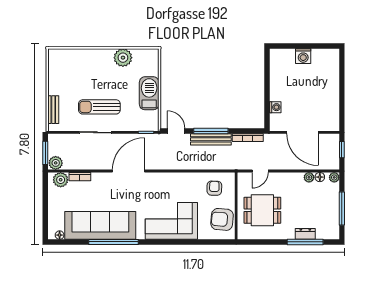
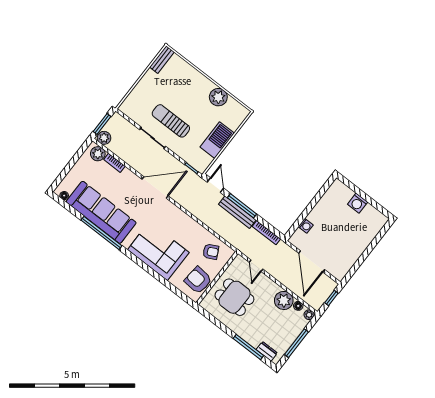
bench: (53, 110) -> (162, 60), moved
door: (260, 171) -> (256, 266), hinge flipped
plant: (309, 177) -> (284, 300), width x1.88, depth x1.88
armchair: (214, 188) -> (211, 252), turned 62
dresser: (305, 234) -> (267, 351), moved

